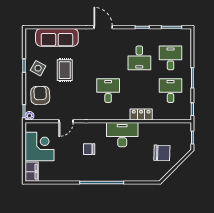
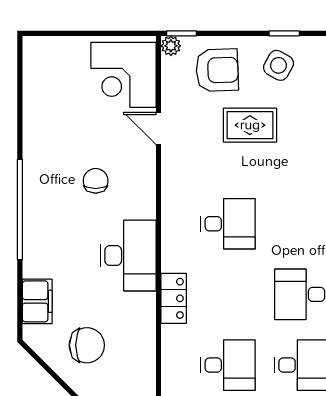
rug: (65, 70) -> (250, 125), moved
corner desk: (39, 147) -> (123, 75), moved, turned 90
chair: (162, 153) -> (87, 345), turned -92
filing cabinet: (32, 172) -> (37, 301), moved, turned -90

